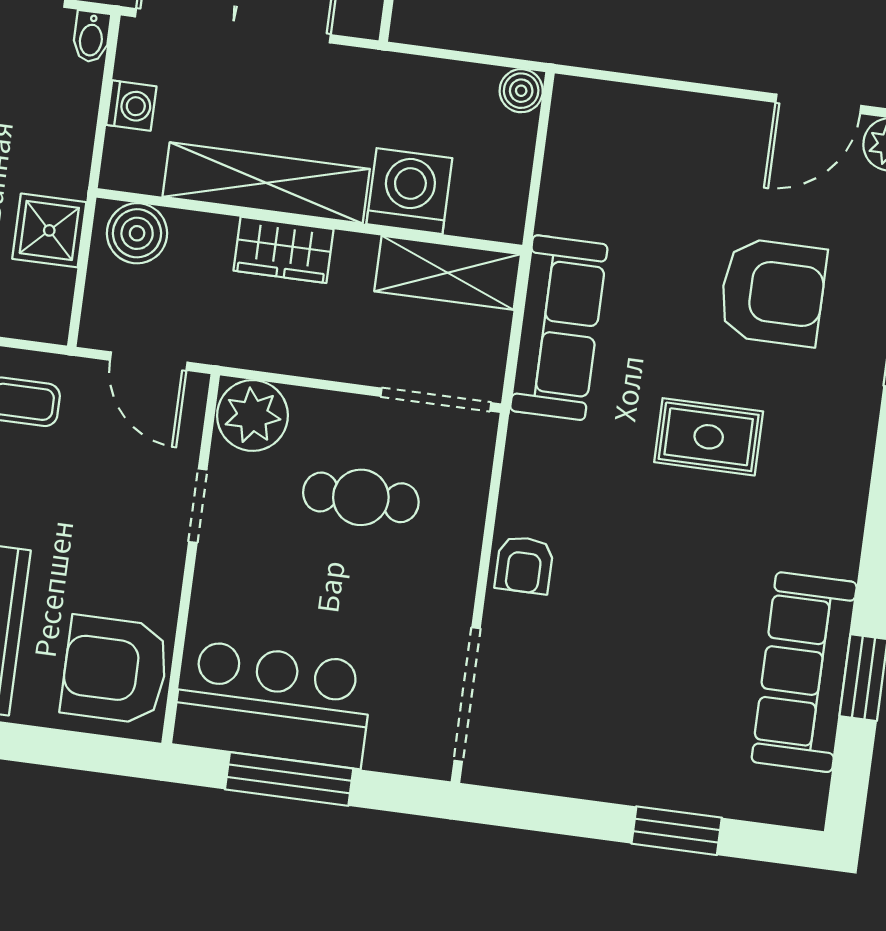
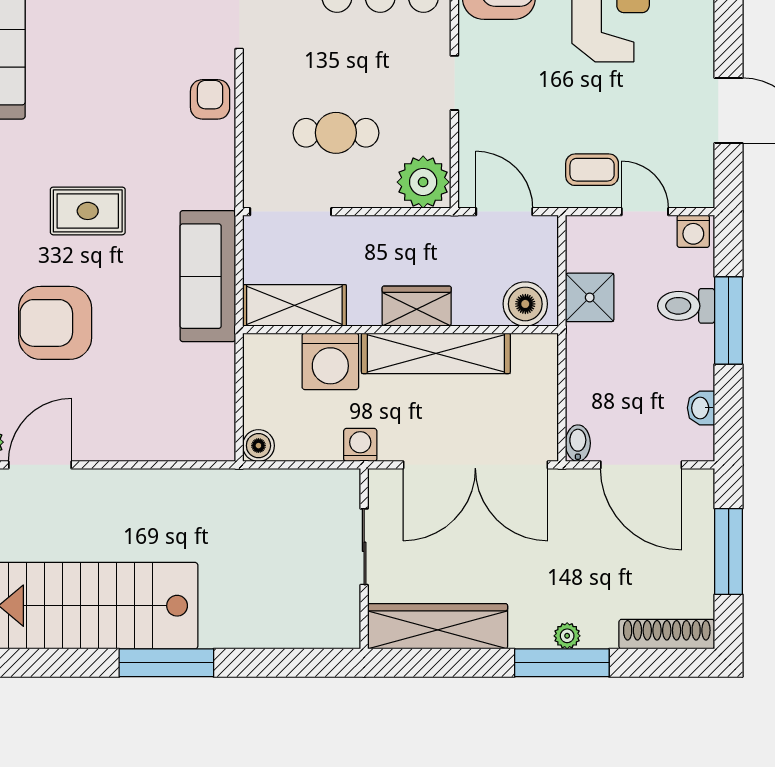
washing machine: (131, 106) -> (360, 445), moved, turned 90
doorway: (198, 506) -> (454, 83), moved

